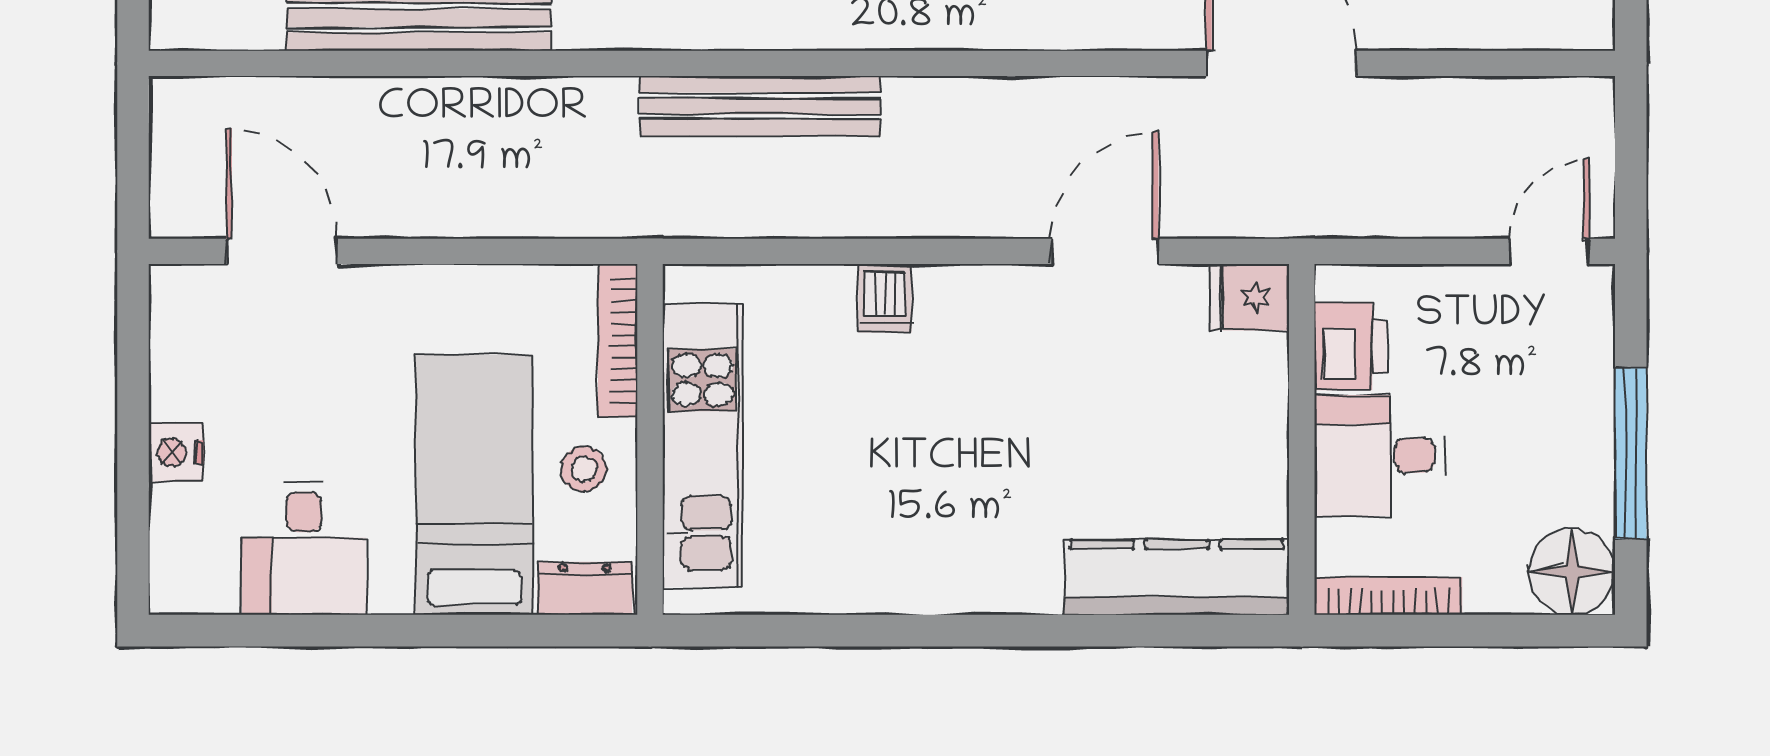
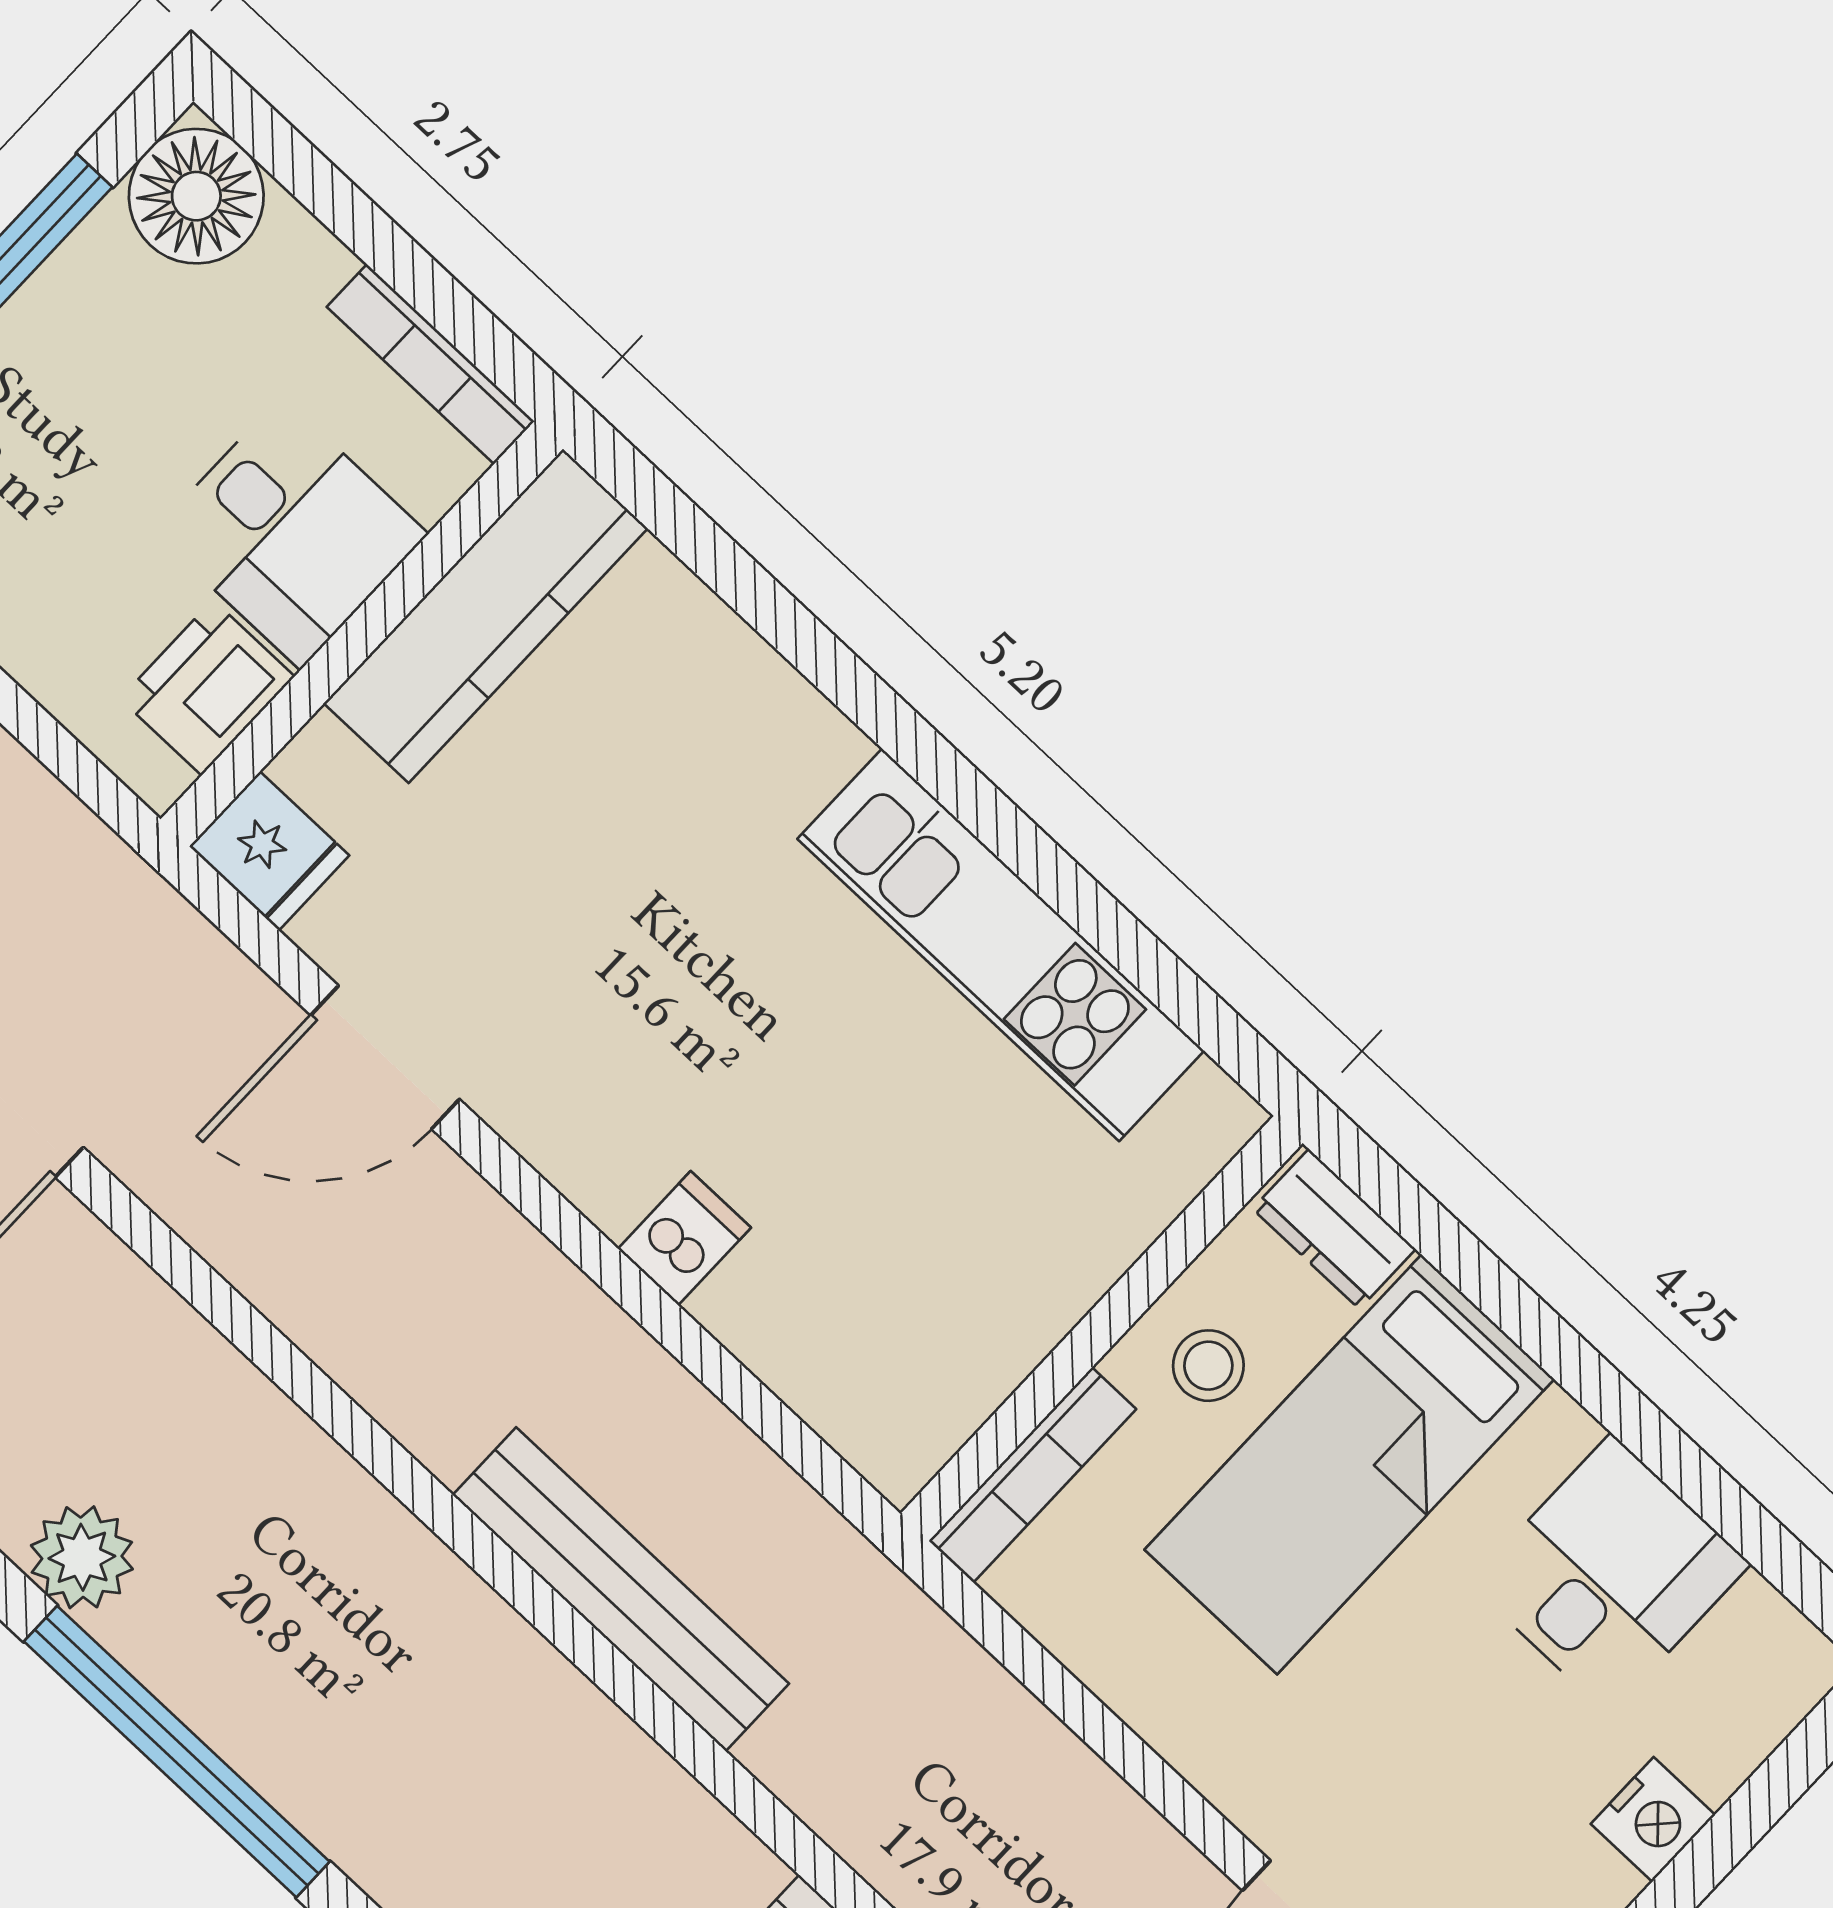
kitchen unit: (703, 445) -> (1001, 945), moved, turned -90
kitchen counter: (1177, 577) -> (486, 616), moved, turned -90

